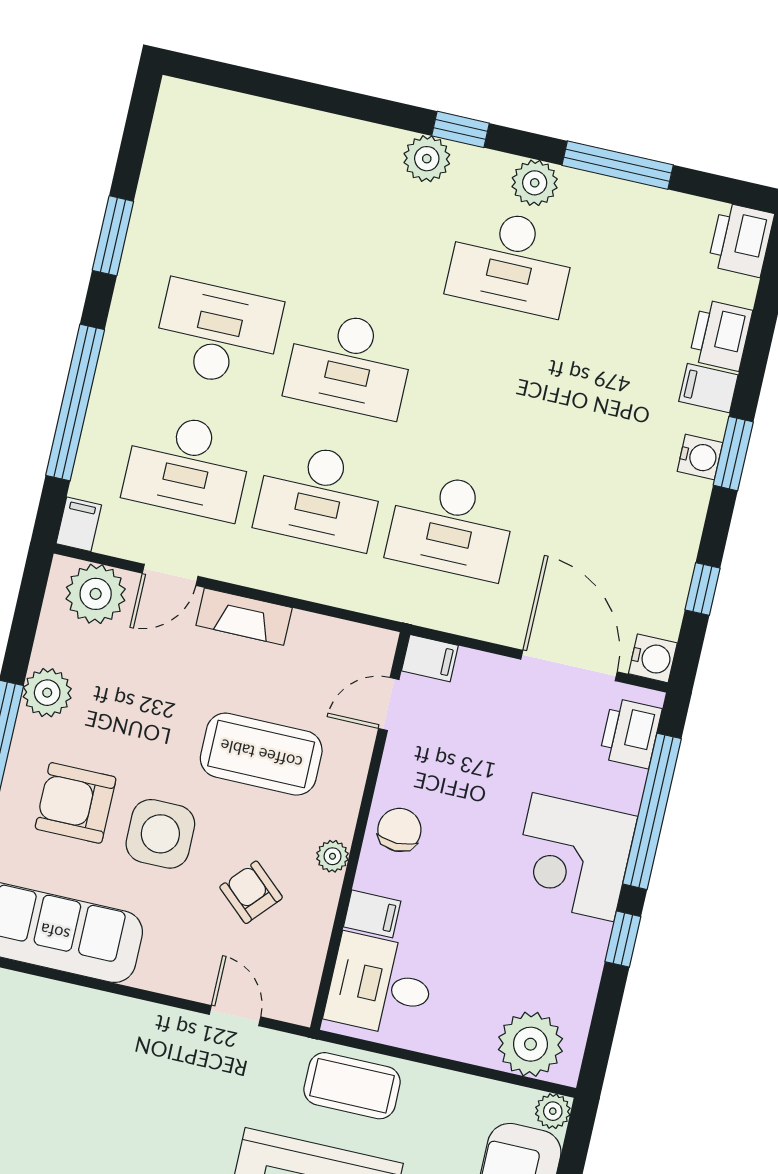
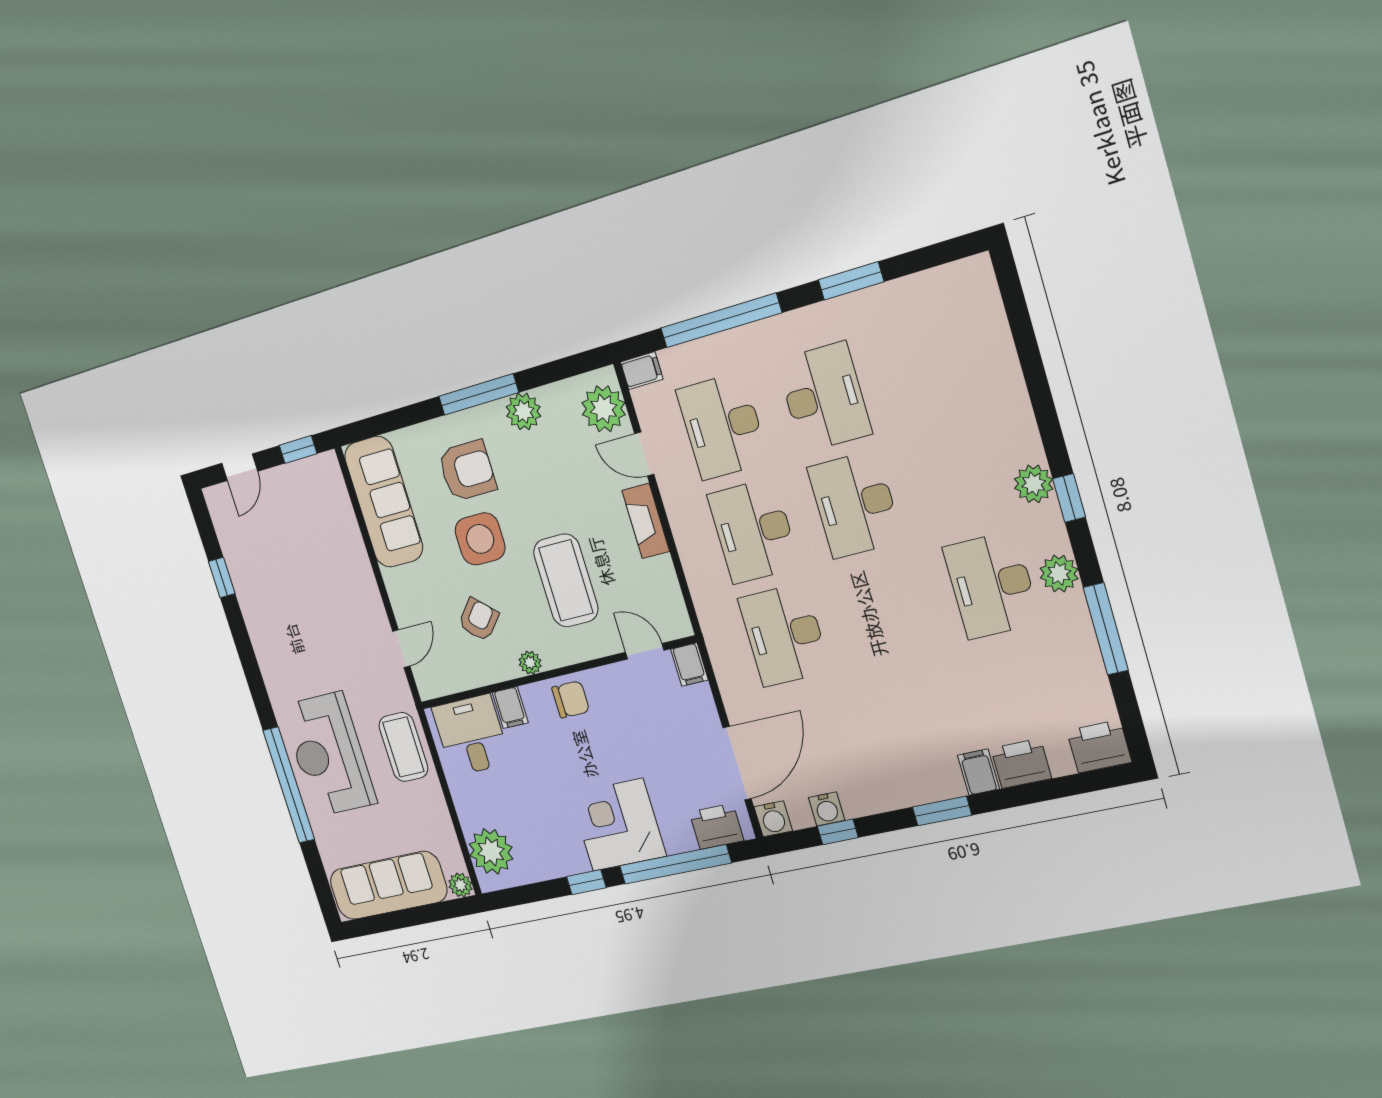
water cooler: (700, 457) -> (827, 809), moved
armchair: (76, 803) -> (467, 471), turned 90

